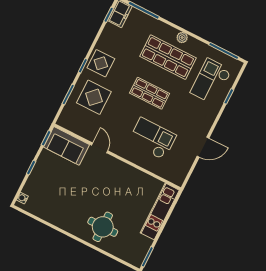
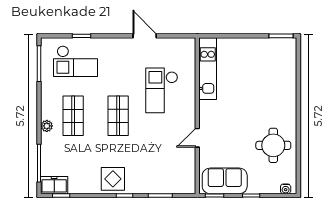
plant: (182, 38) -> (47, 126), moved
shop shelf: (168, 57) -> (73, 116), width x0.70, depth x0.74
display table: (94, 97) -> (150, 169), removed
sofa: (67, 146) -> (225, 181), moved, turned -90
kitchen unit: (160, 211) -> (208, 69), moved, turned -90
round table: (103, 227) -> (273, 145), moved

